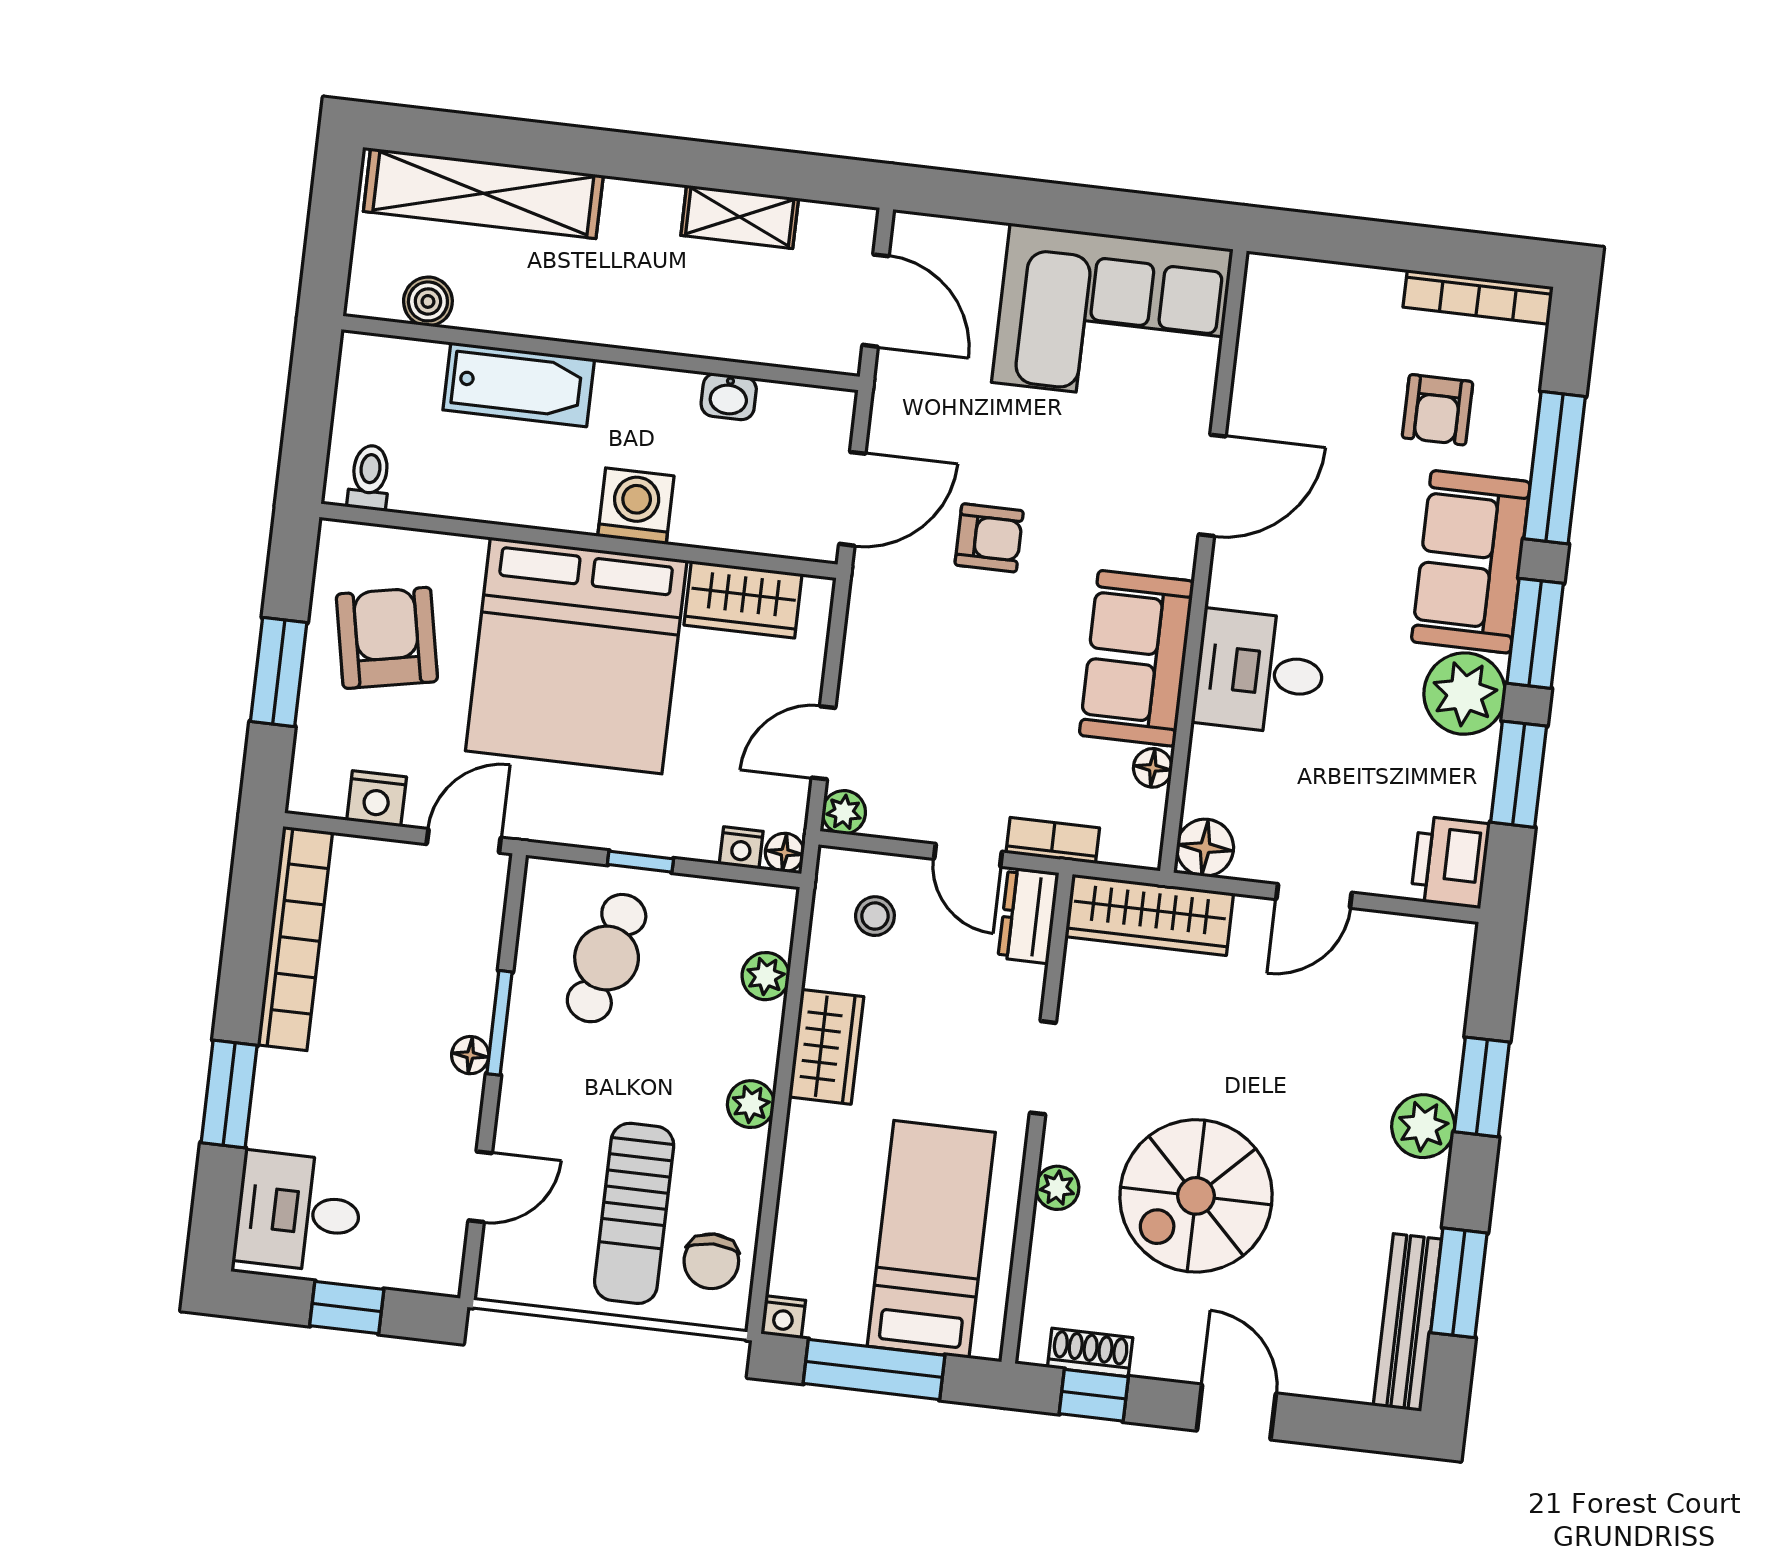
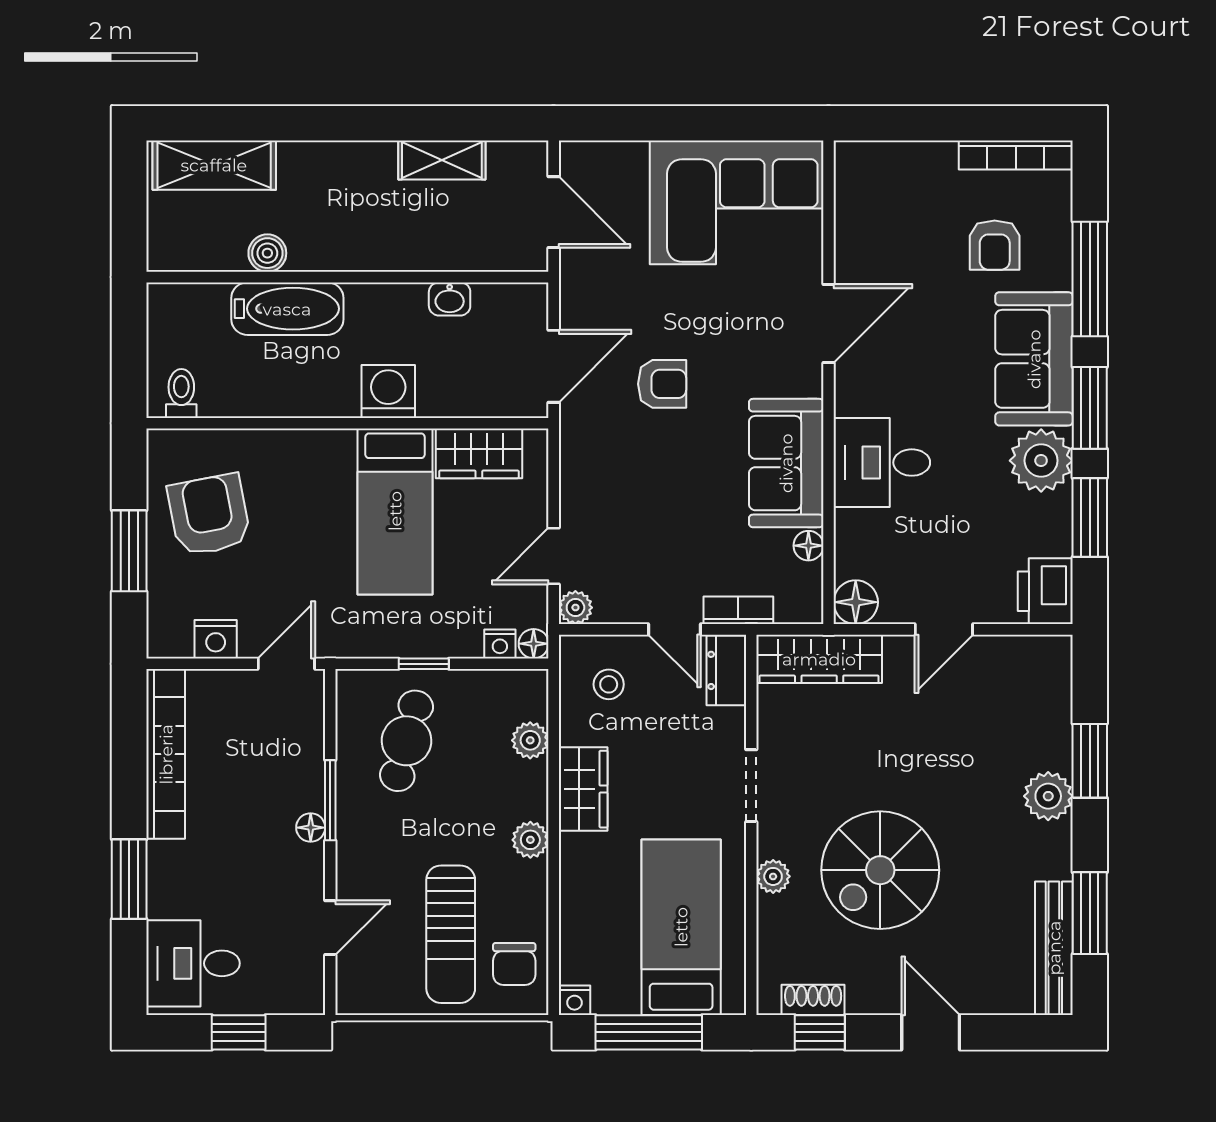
shelving: (483, 193) -> (214, 165), width x0.68
boiler: (428, 301) -> (267, 253), moved
bed: (576, 656) -> (395, 511), width x0.49

